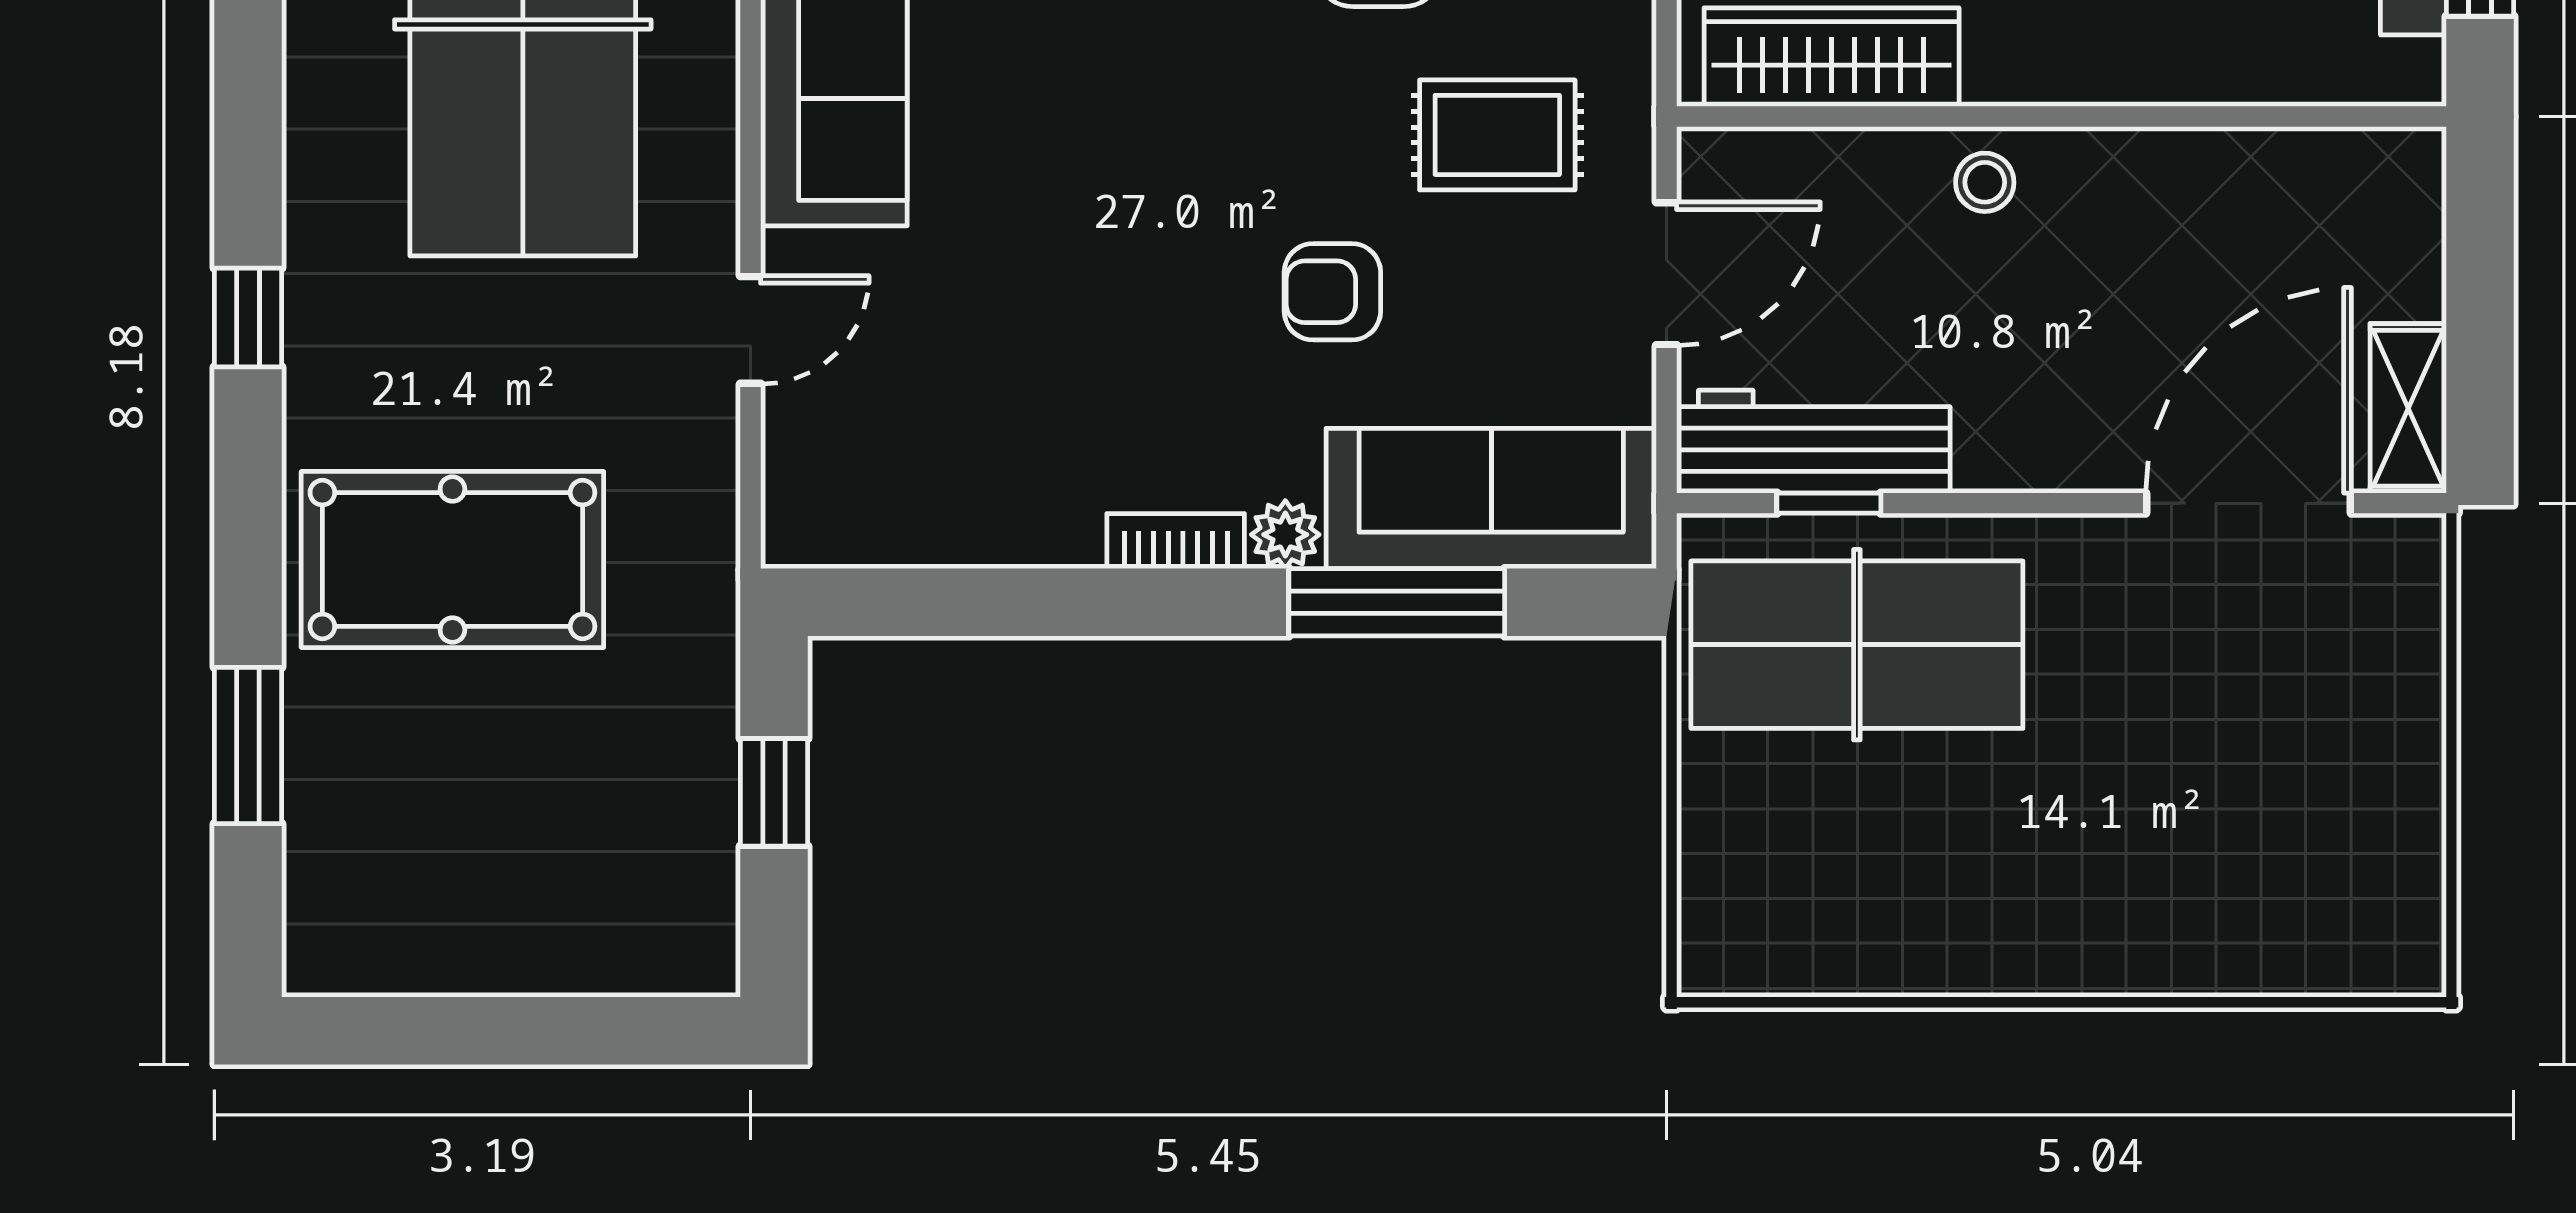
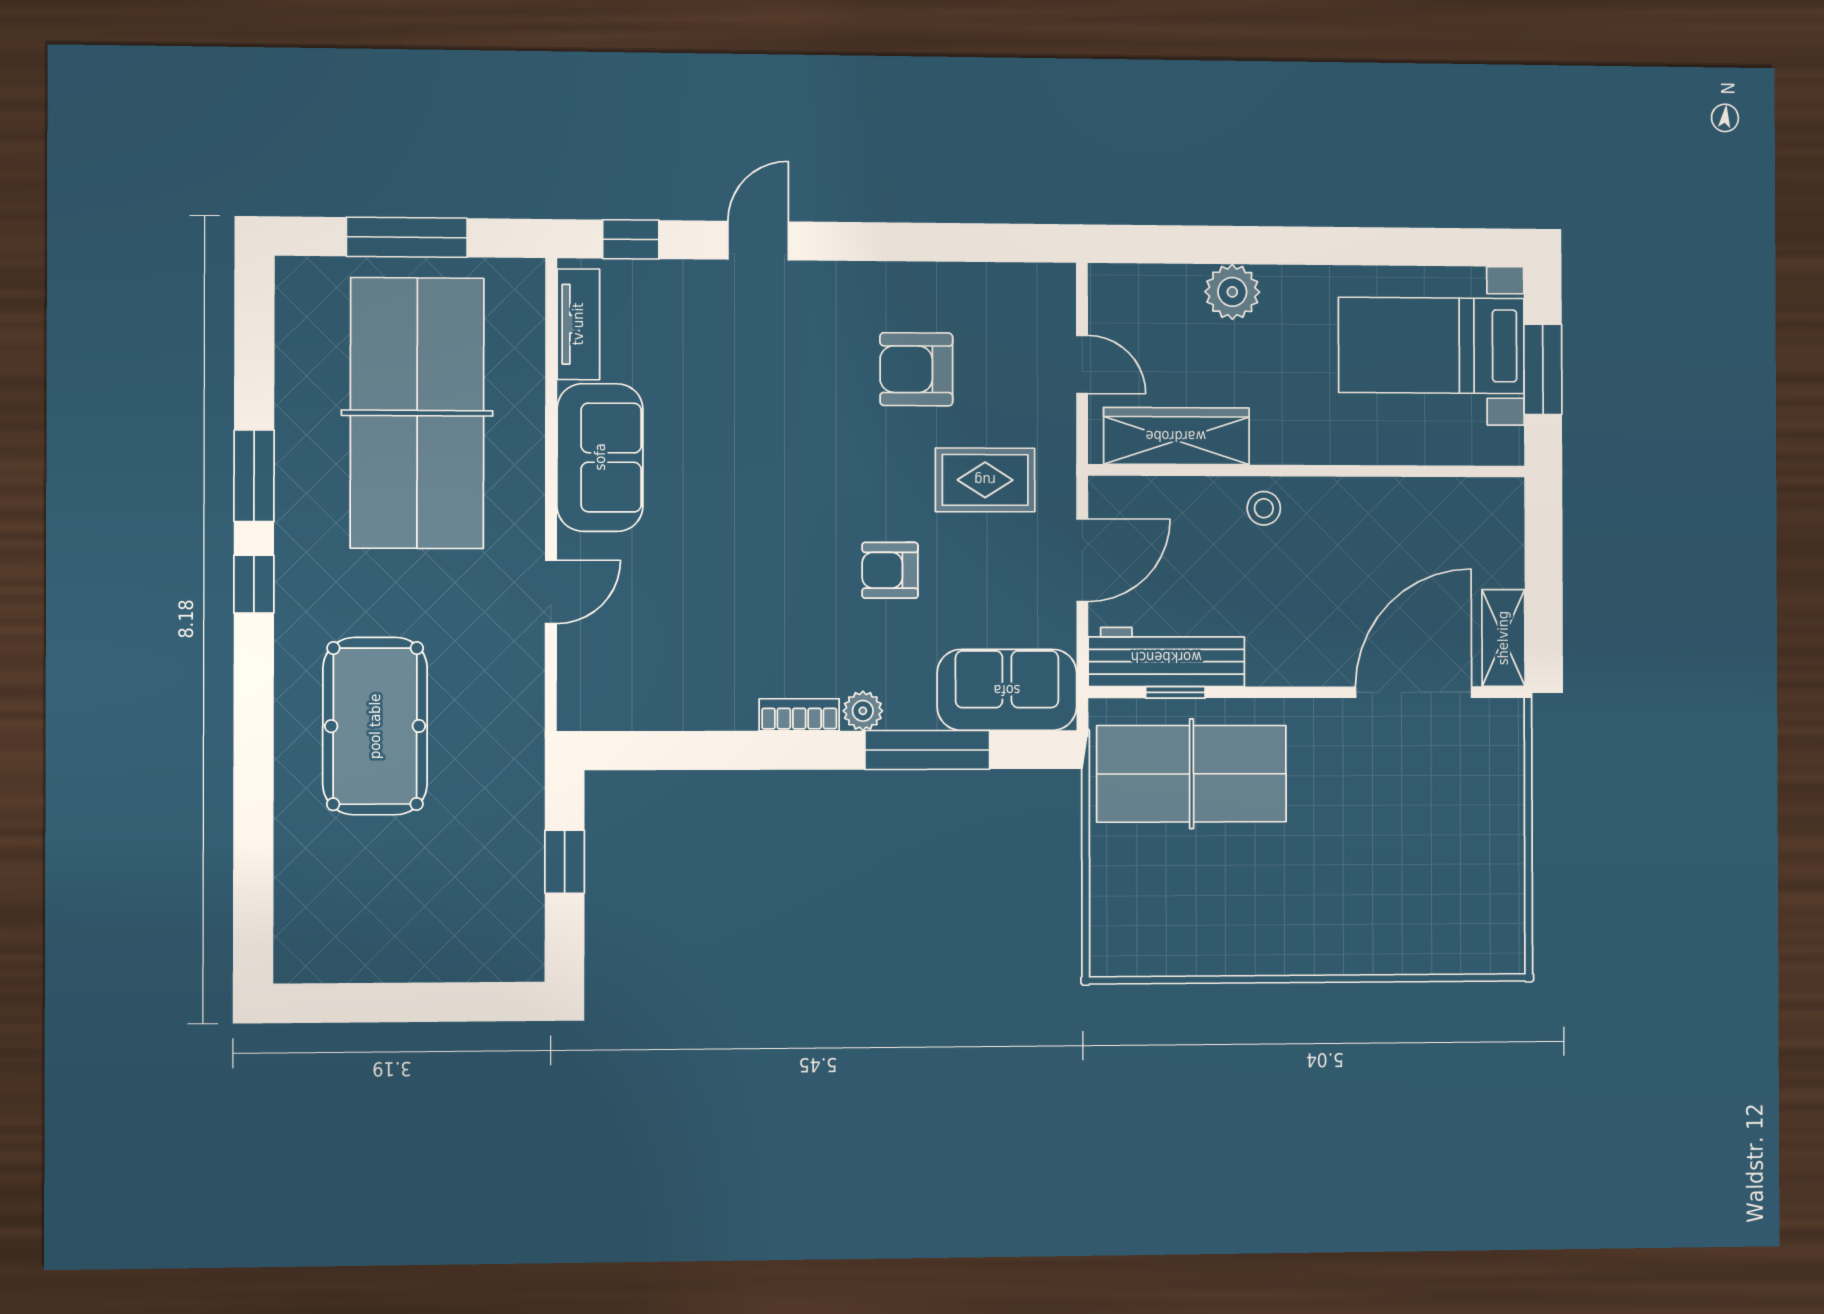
sofa: (1491, 498) -> (1007, 690), width x0.73
pool table: (452, 559) -> (375, 726), turned 90
window: (248, 745) -> (254, 476), moved

